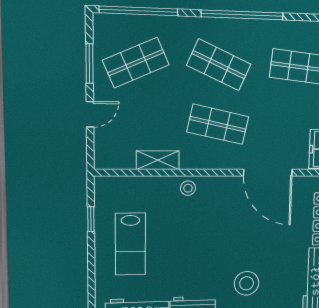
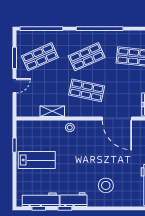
shop shelf: (219, 65) -> (87, 57), turned -48
lab bench: (130, 244) -> (37, 160), turned -90

